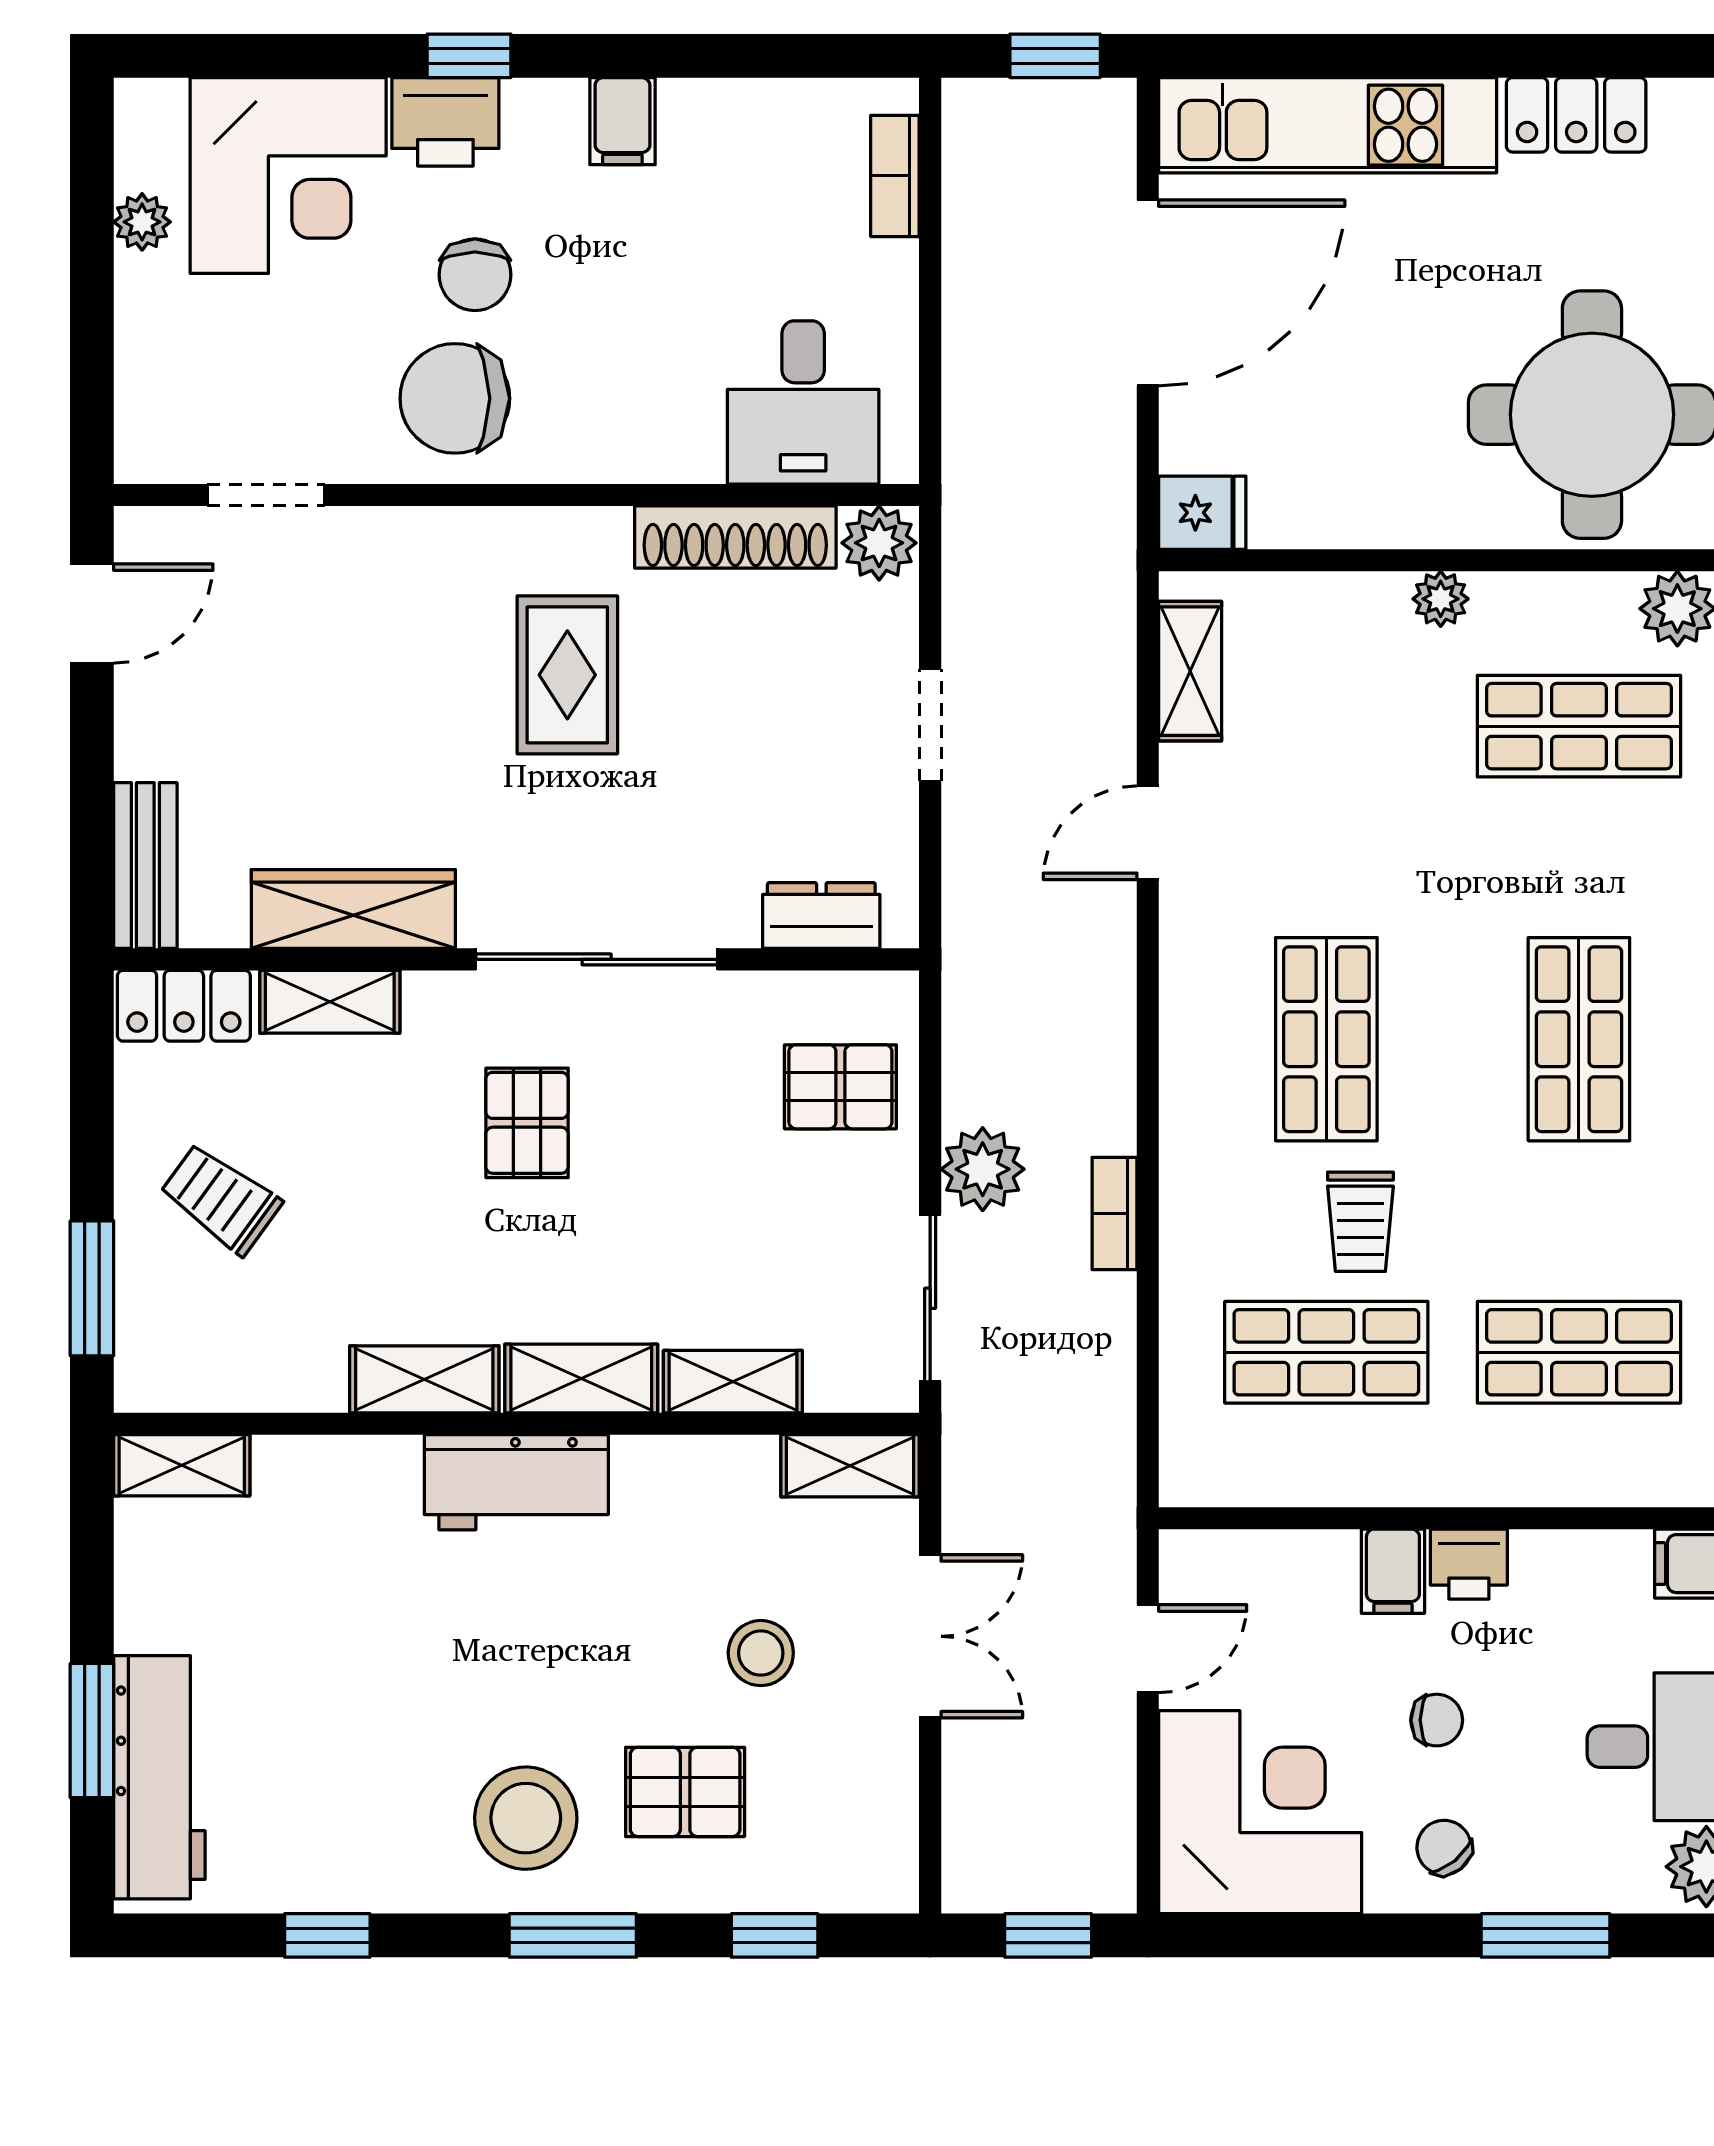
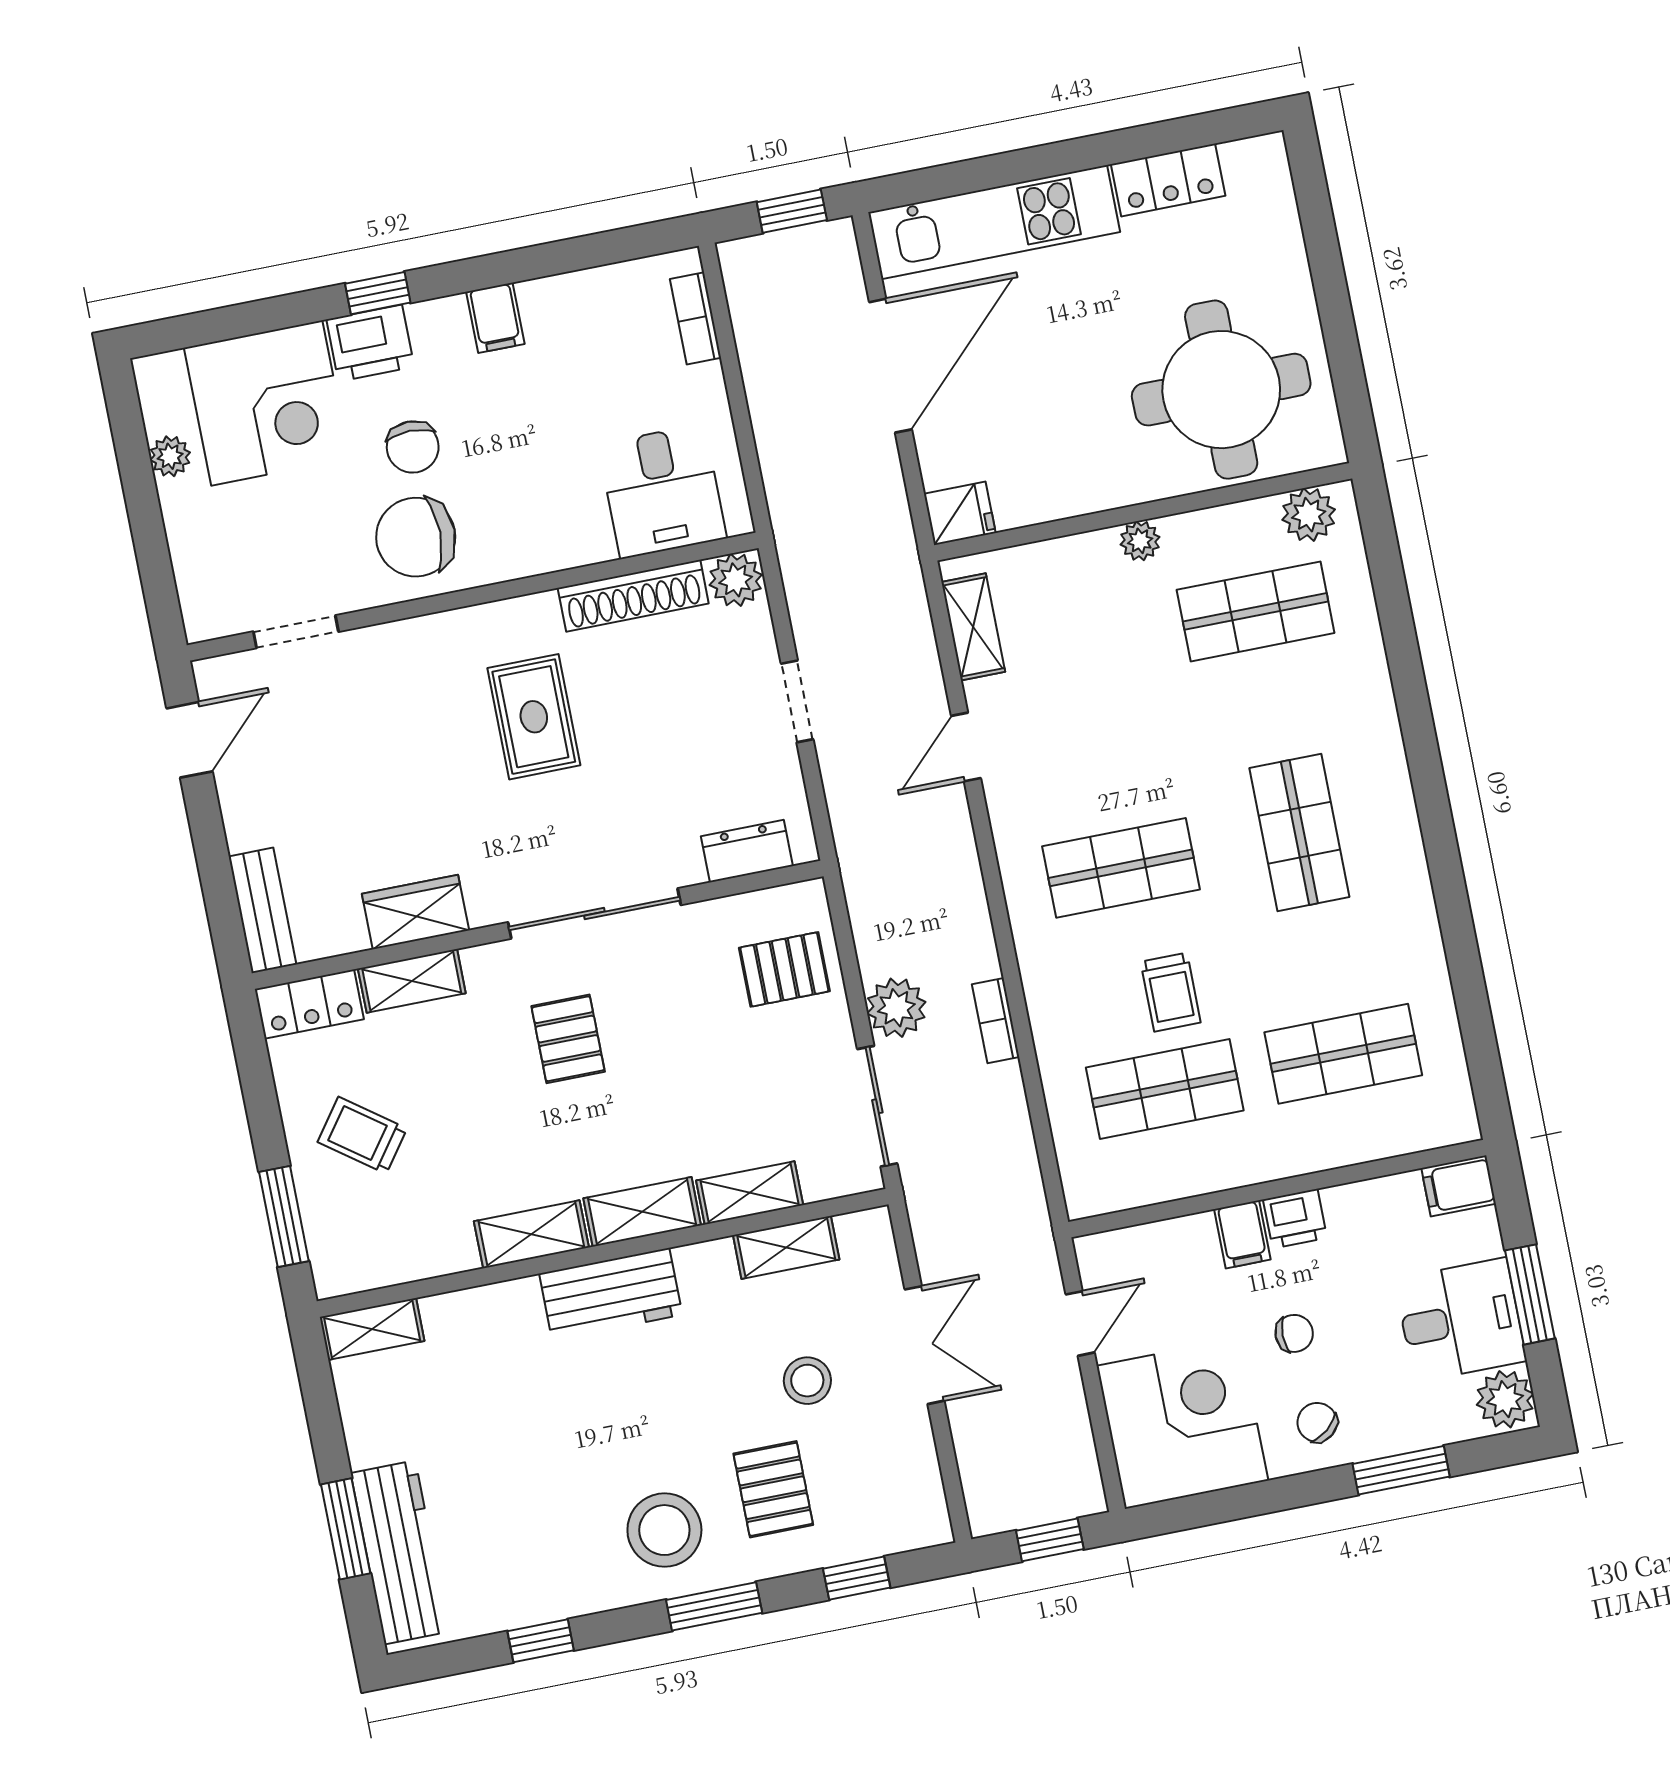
wardrobe: (353, 909) -> (415, 912), width x0.67
shop shelf: (1326, 1039) -> (1121, 868), turned 90
shelving: (850, 1466) -> (786, 1247), moved
pallet: (685, 1792) -> (773, 1489), turned 90

